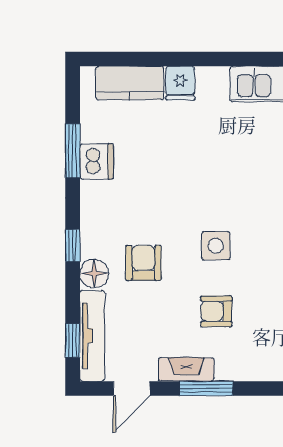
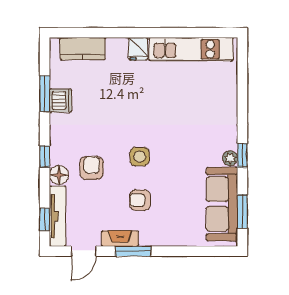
fridge: (180, 83) -> (138, 49), moved

